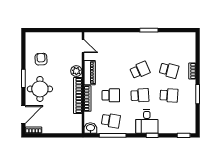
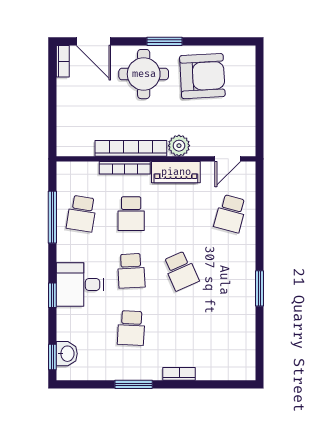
armchair: (41, 59) -> (202, 76), width x1.88, depth x1.88
school desk: (169, 70) -> (230, 214), moved
washbasin: (90, 128) -> (67, 354), moved

